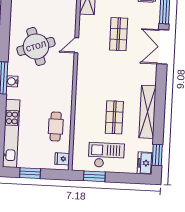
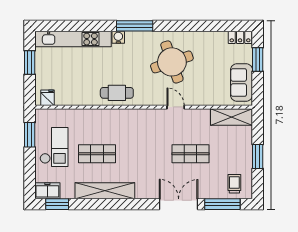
water cooler: (12, 81) -> (118, 37), moved
cafe table: (56, 126) -> (117, 93), moved

